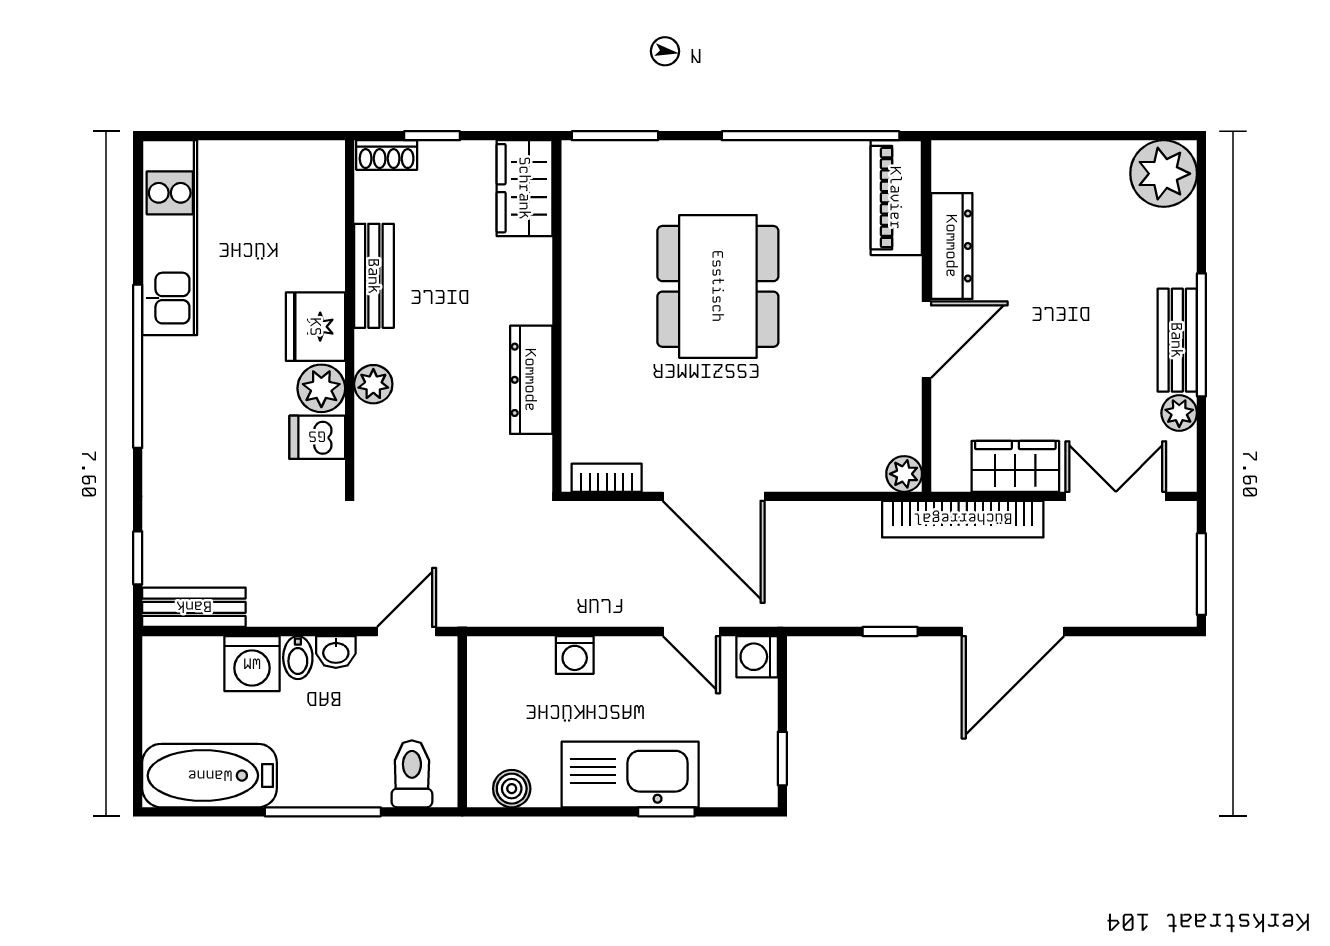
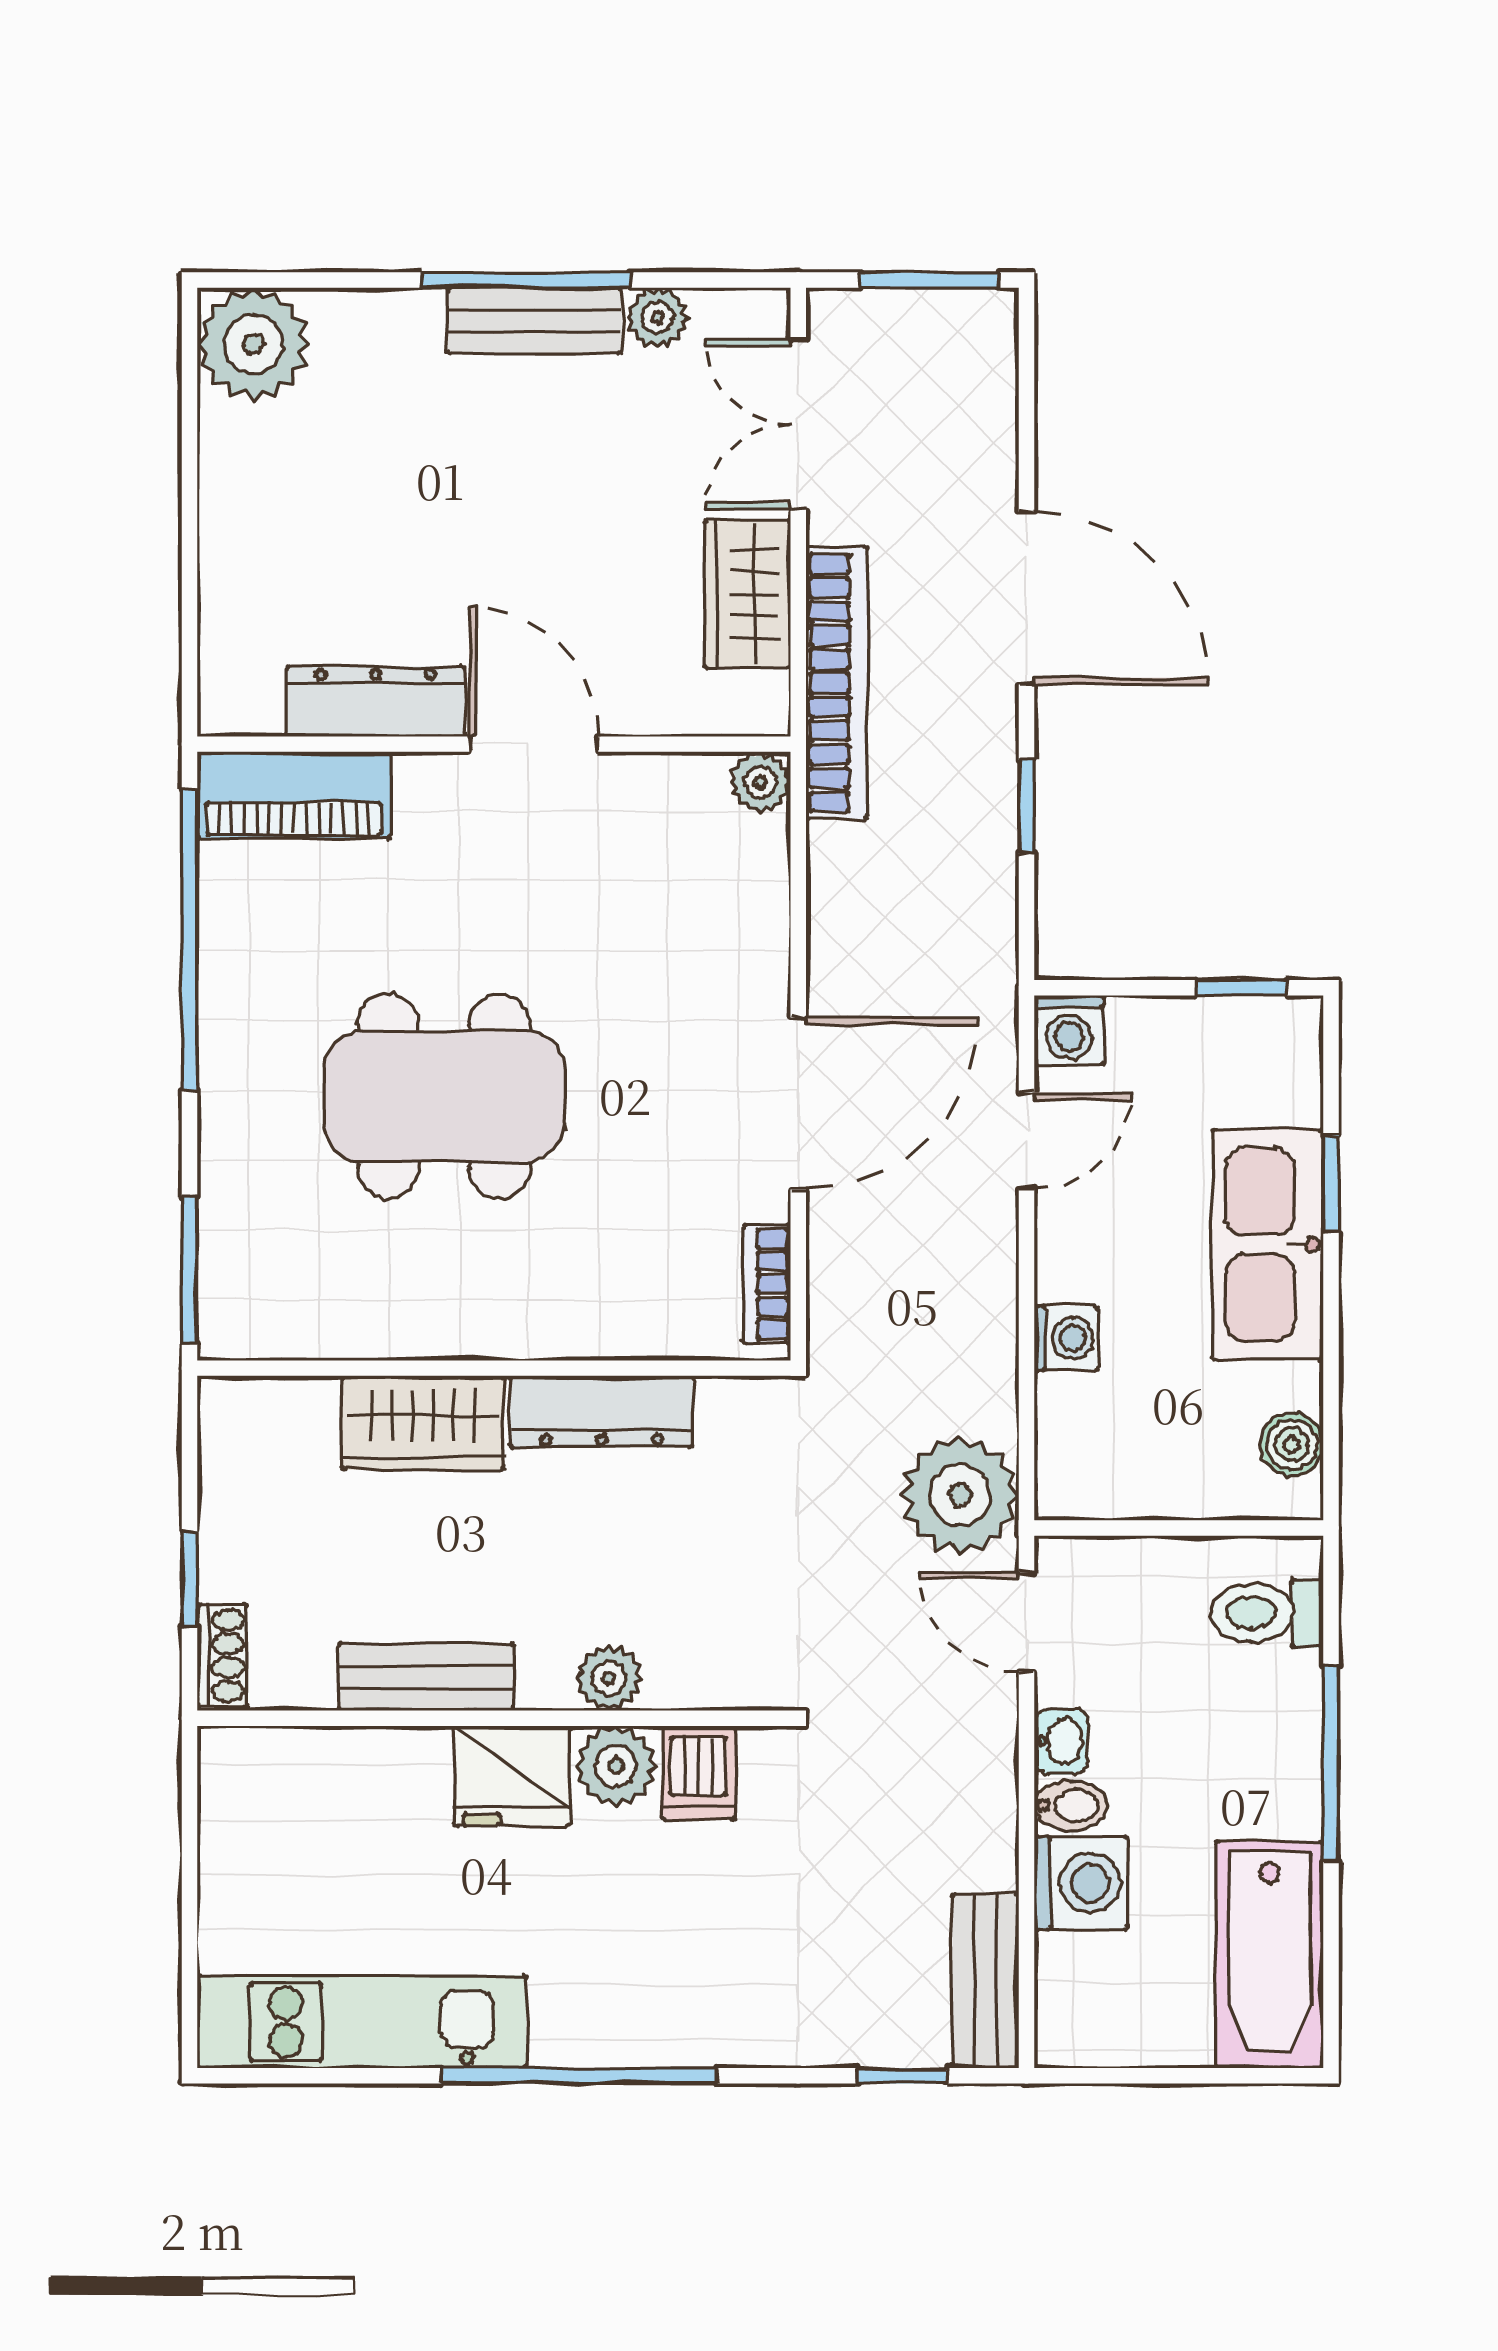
wardrobe: (525, 188) -> (423, 1423), moved
plant: (482, 592) -> (960, 1495), added

